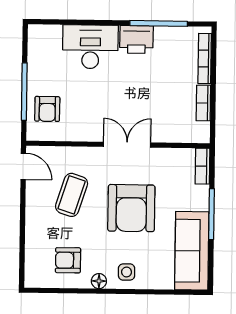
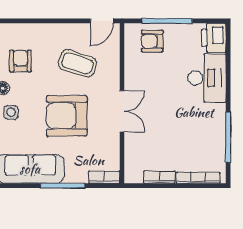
printer: (136, 39) -> (214, 38), moved

